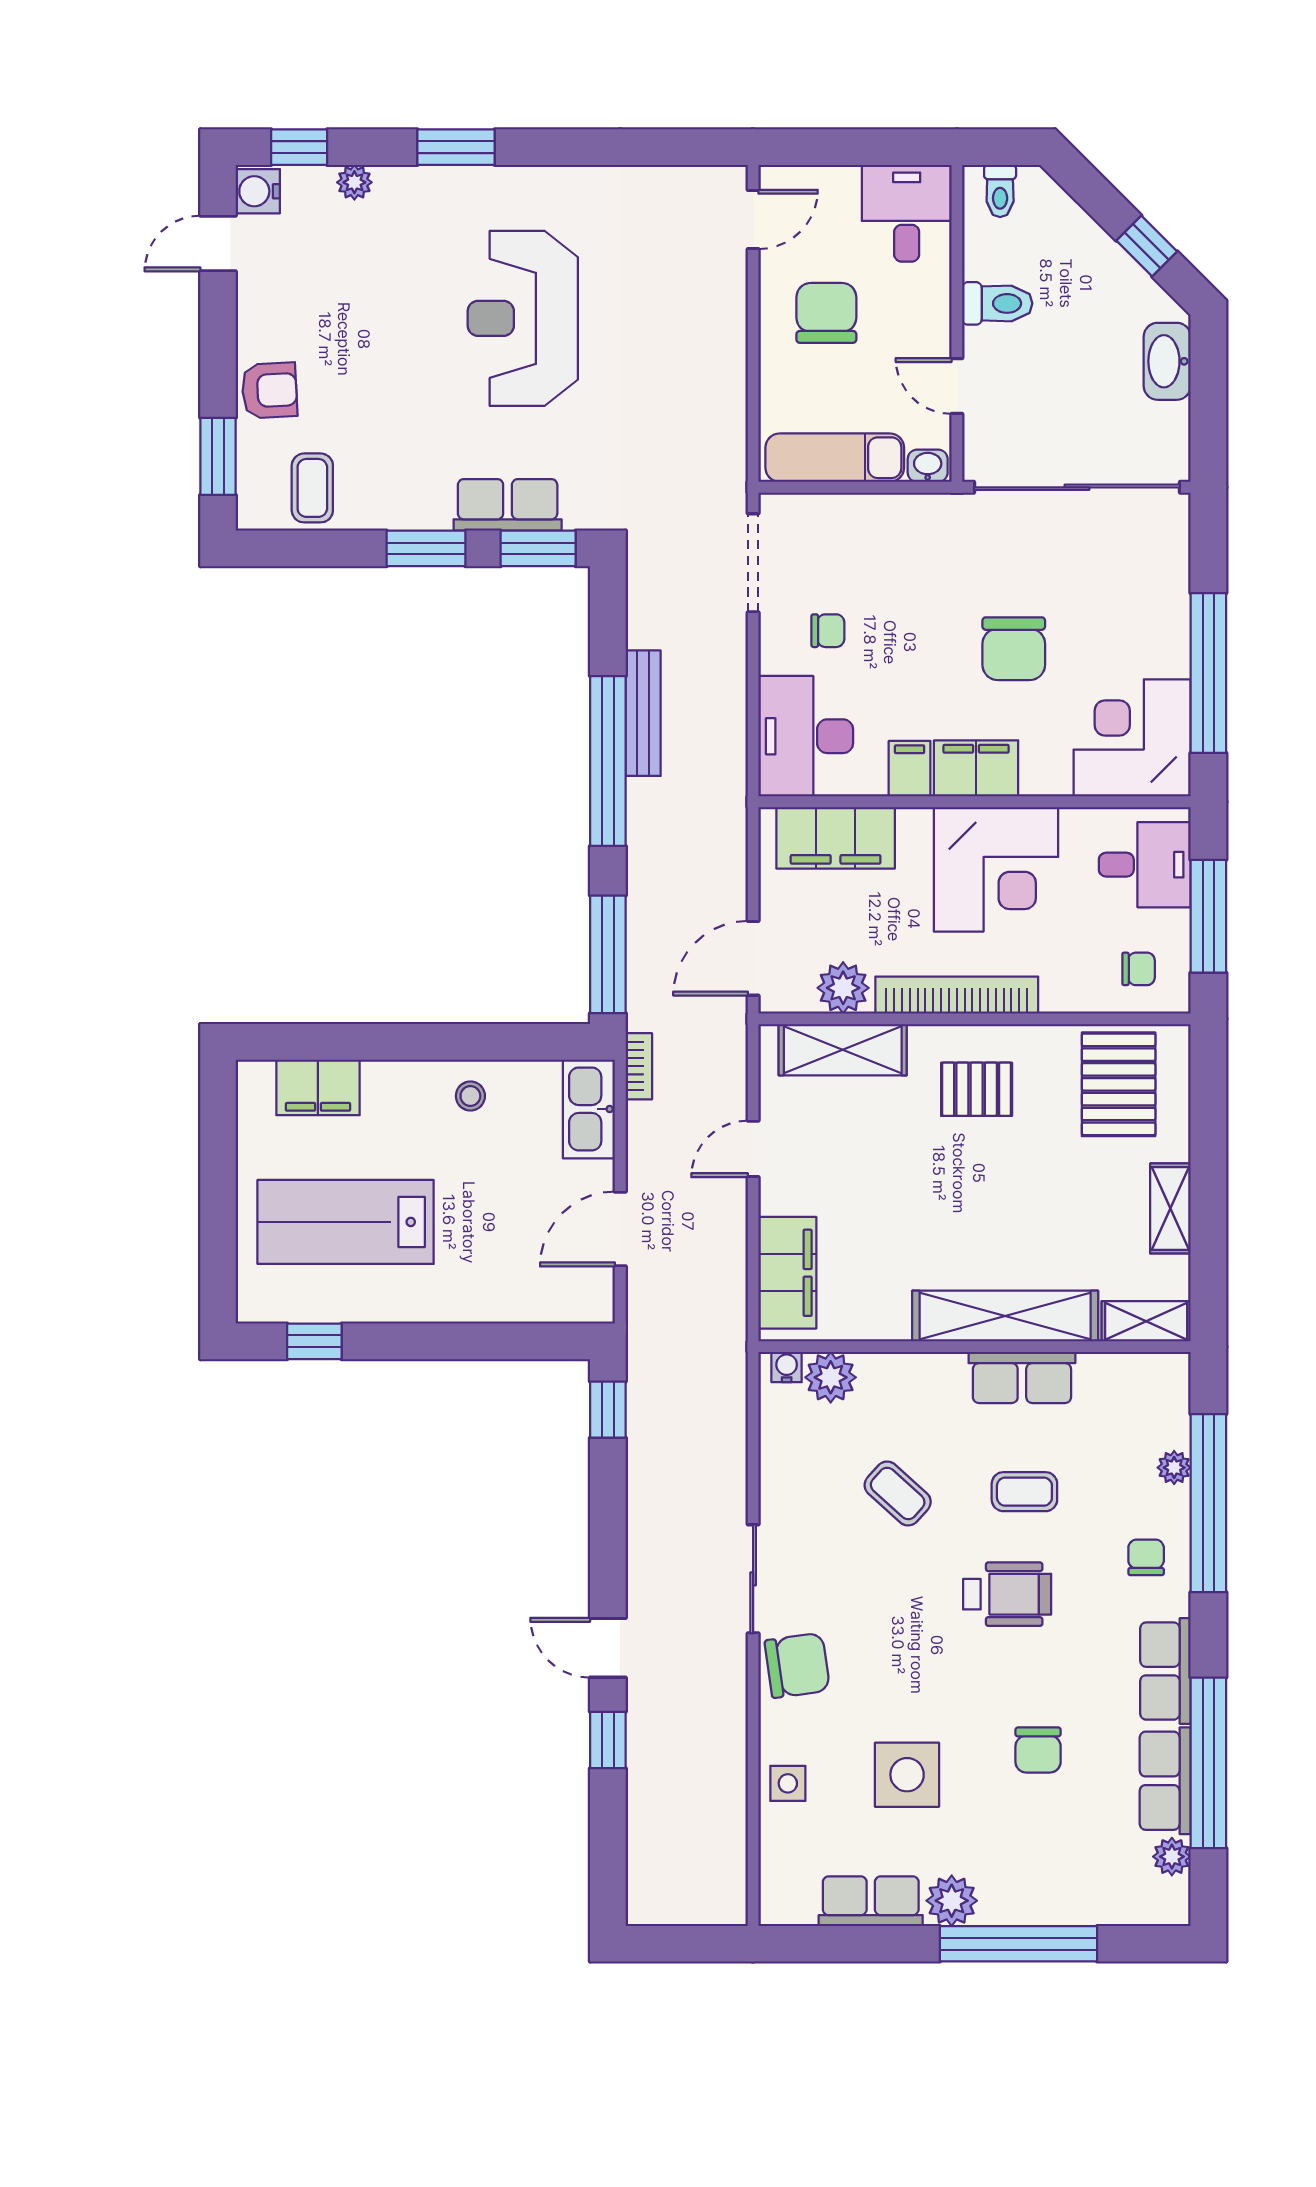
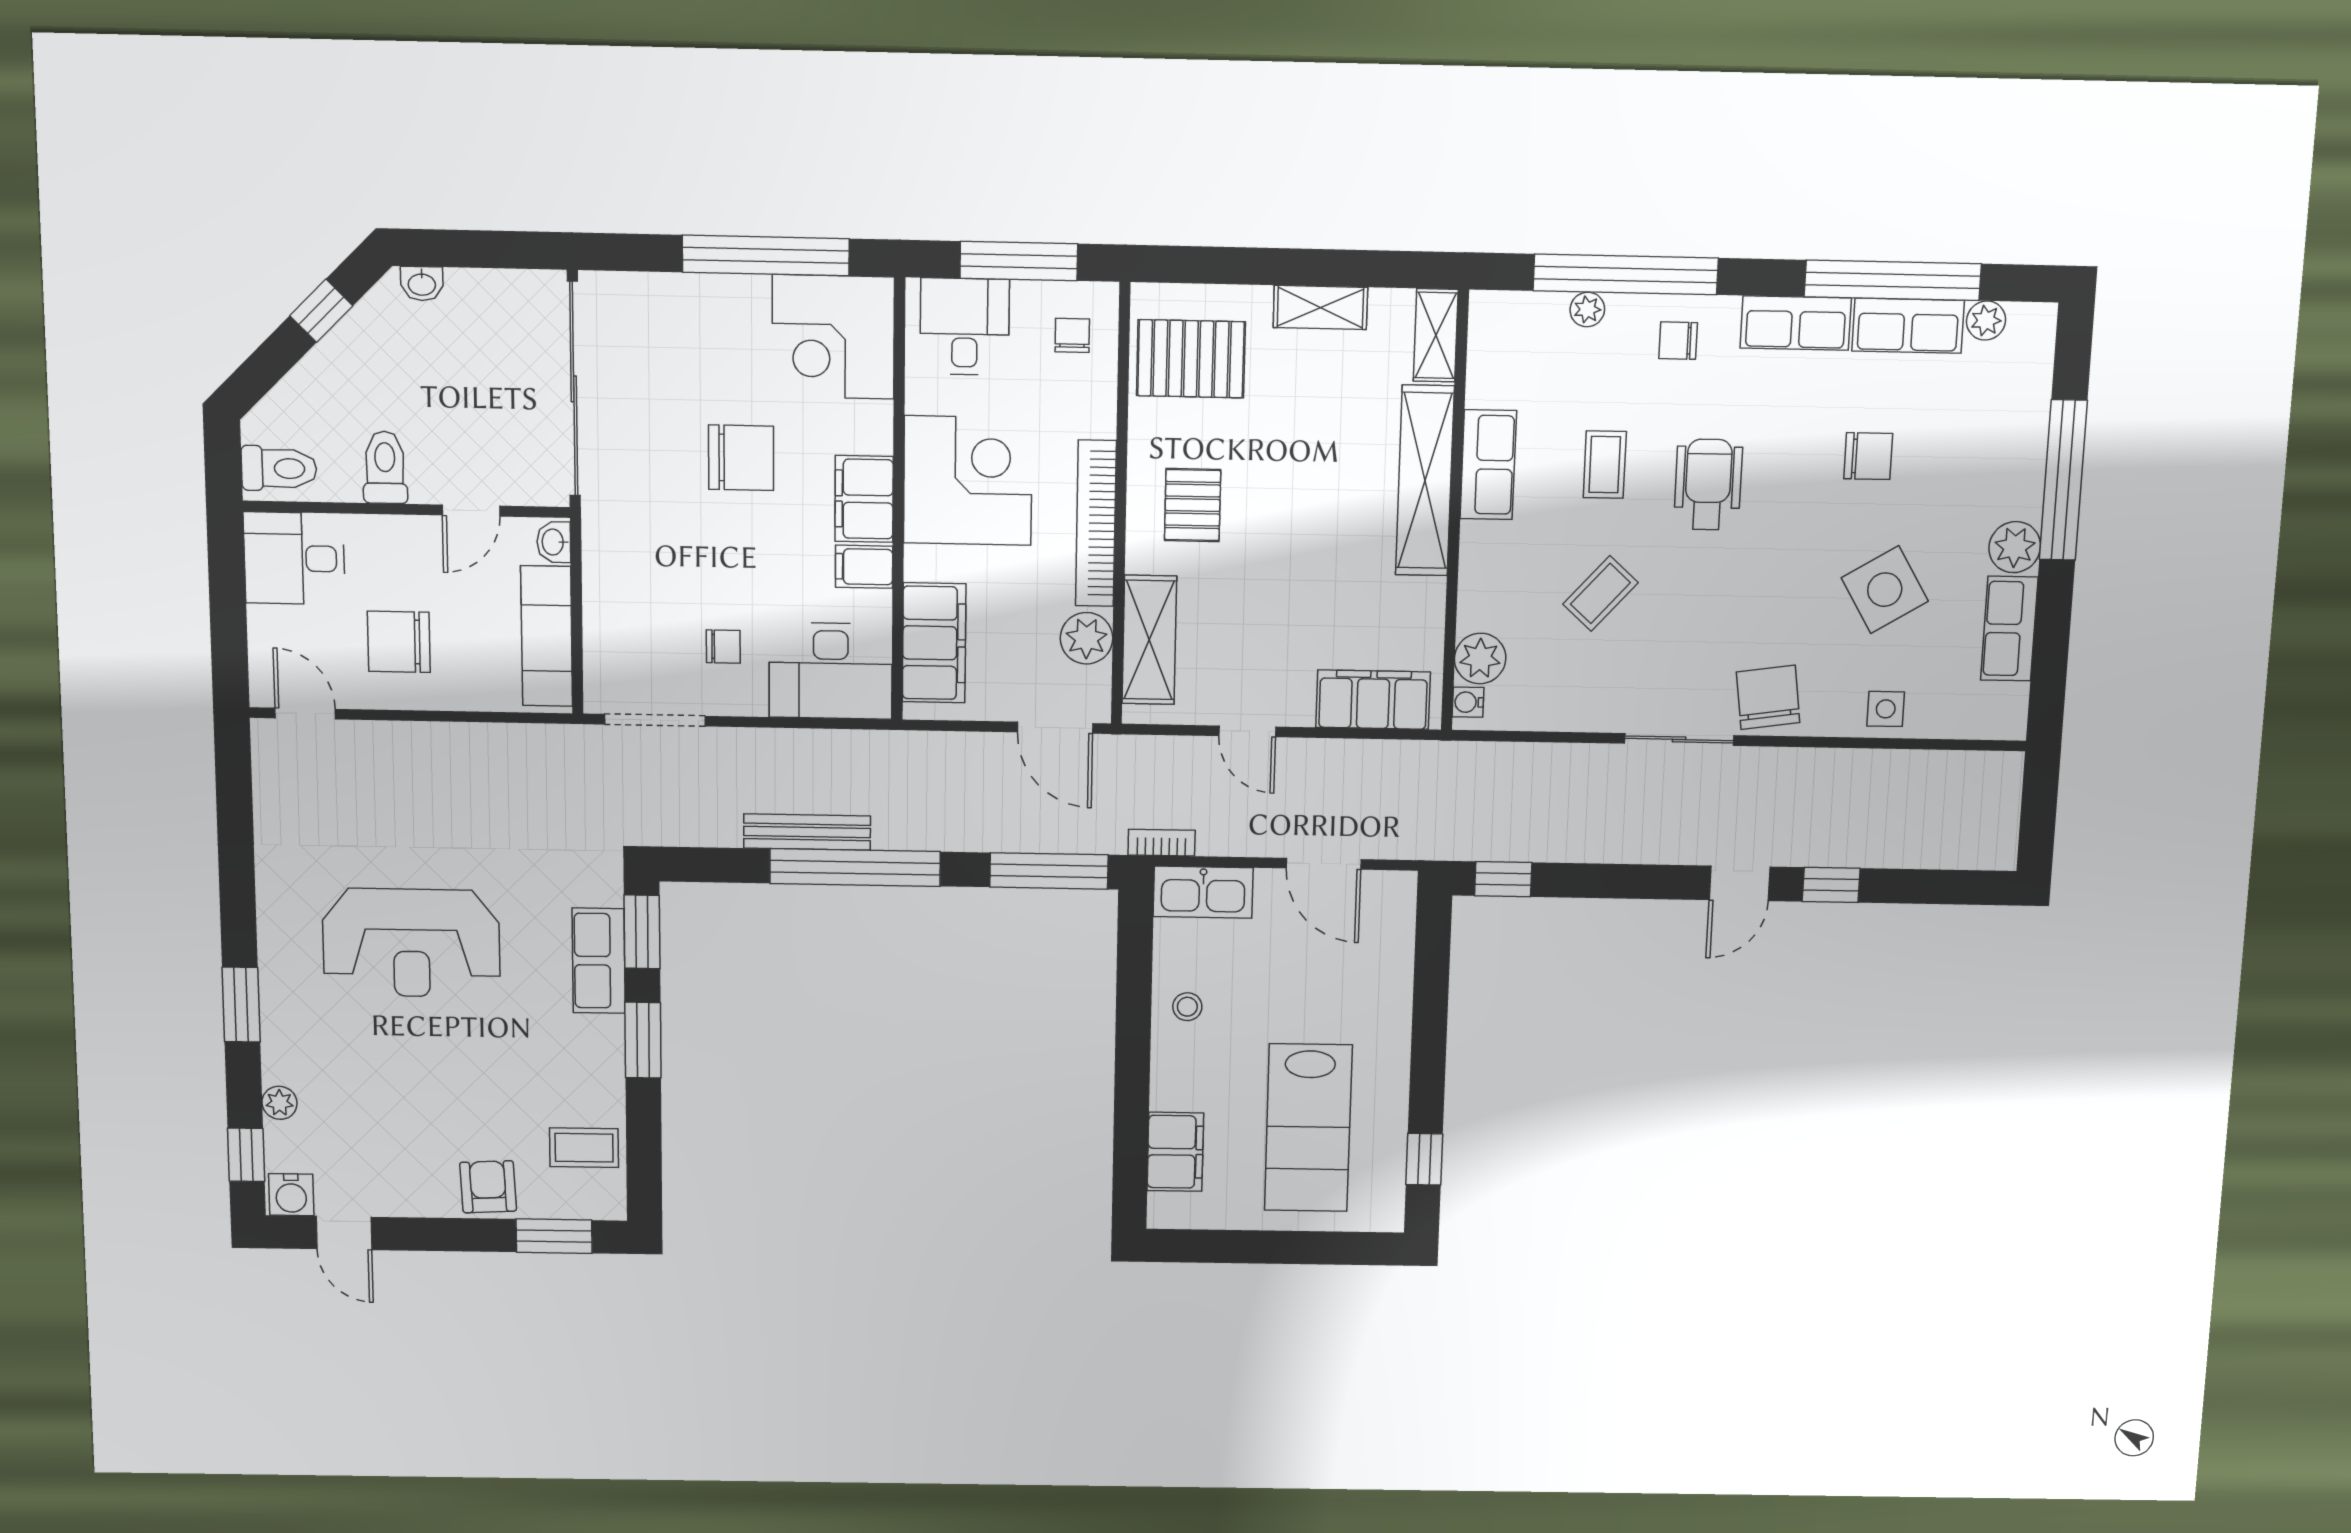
toilet: (1000, 191) -> (279, 468), width x1.37, depth x1.39
washbasin: (1167, 361) -> (422, 284), width x0.52, depth x0.69
chair: (828, 631) -> (723, 647), turned 90
side table: (907, 1775) -> (1885, 590), turned -31

